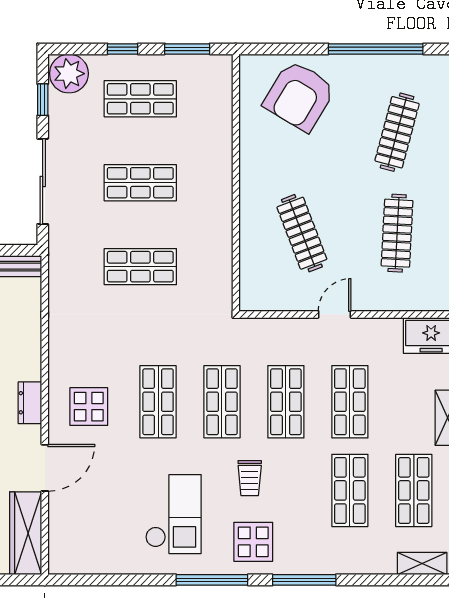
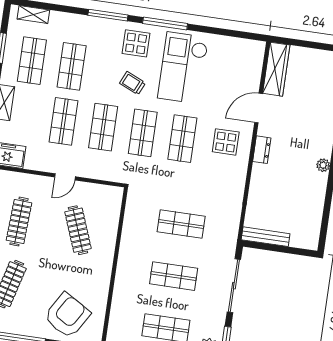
trolley: (250, 478) -> (132, 83), turned -66
checkout: (173, 514) -> (183, 68), width x1.36, depth x1.21

